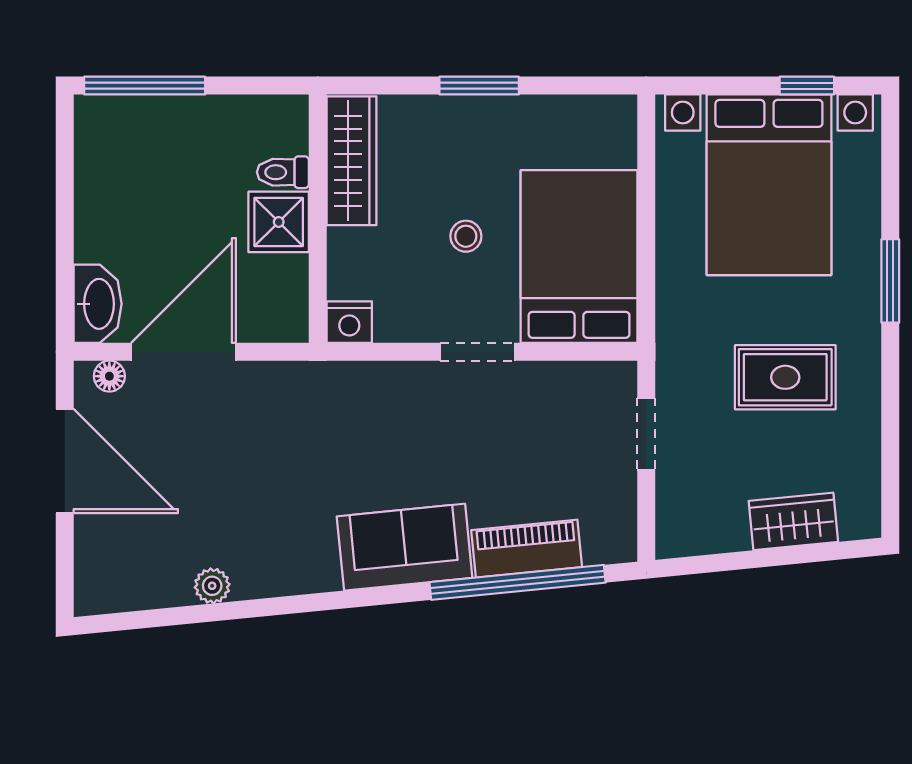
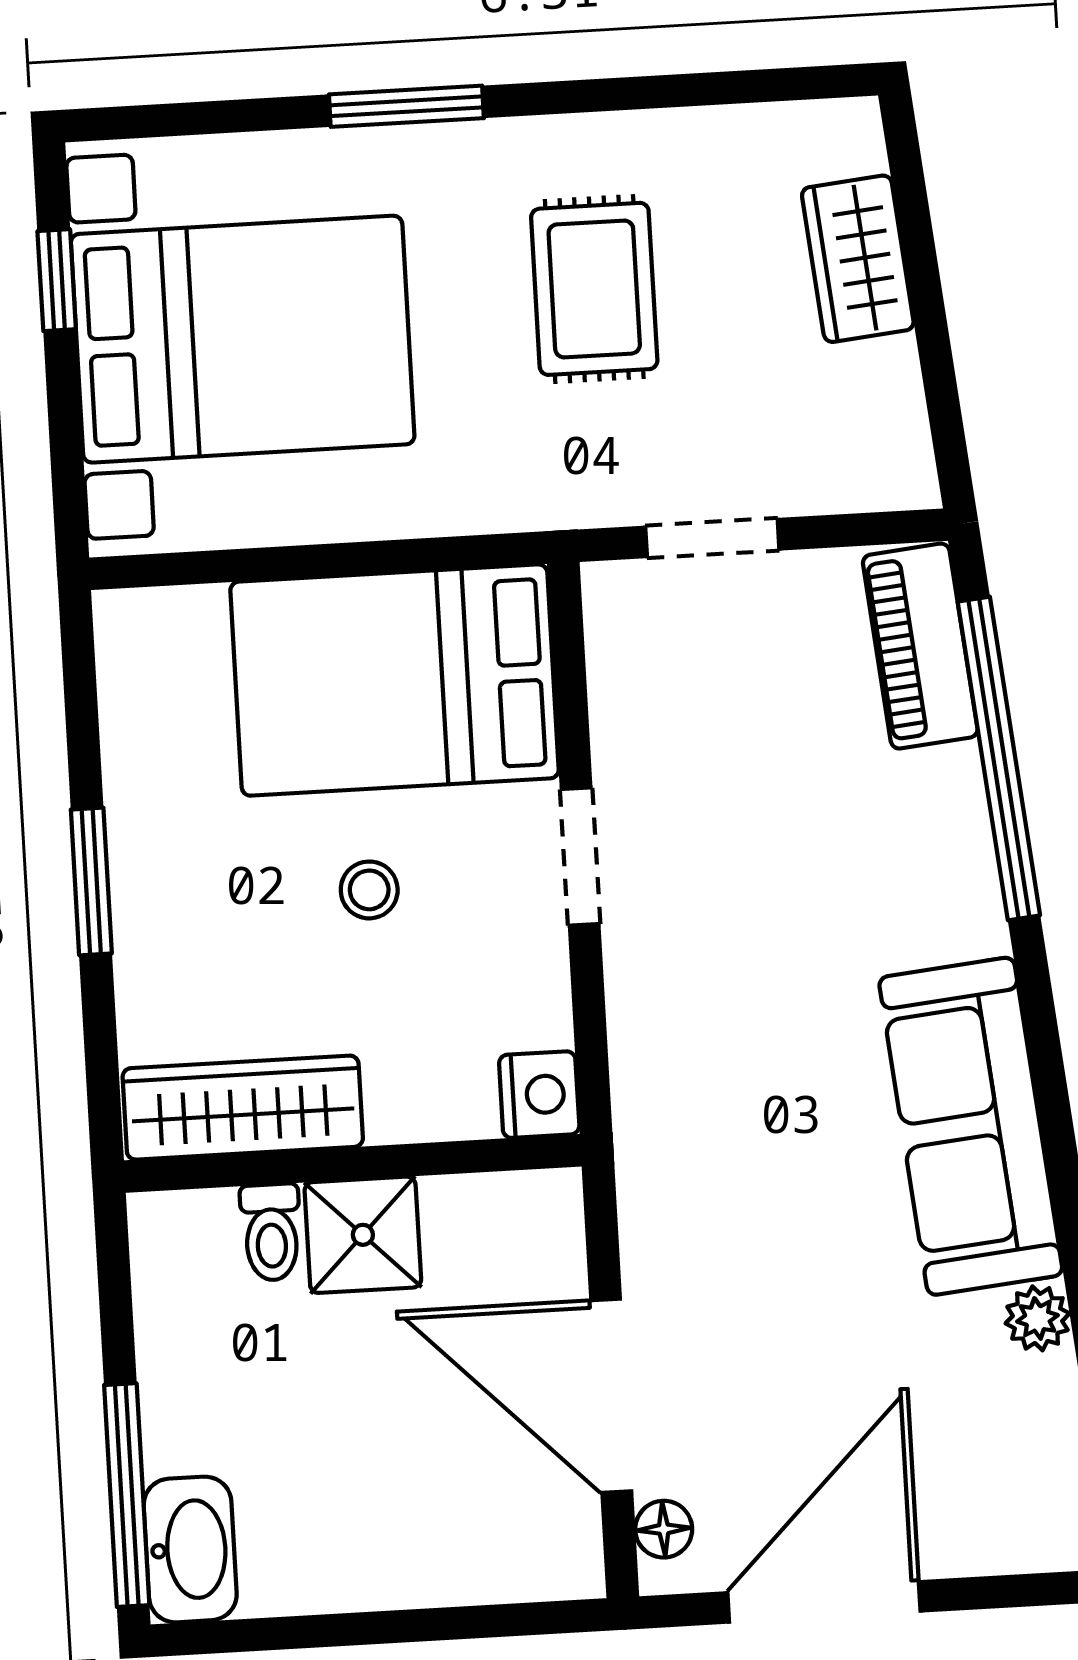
washbasin: (98, 304) -> (190, 1549), moved, turned 90
sofa: (405, 547) -> (971, 1126), moved, width x1.36
piano: (527, 549) -> (920, 646), moved

